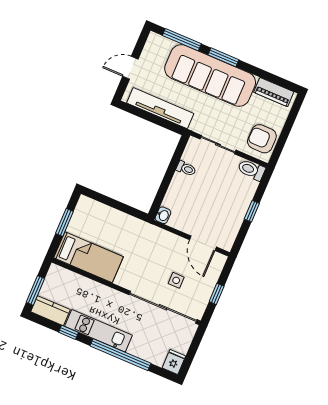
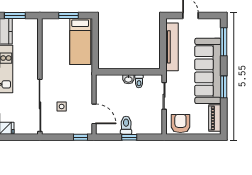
window: (223, 57) -> (224, 87), moved
toilet: (251, 170) -> (126, 125), moved
washbasin: (163, 215) -> (128, 79), moved
door: (203, 243) -> (94, 114), swing flipped
bed: (88, 257) -> (80, 41), moved
window: (217, 294) -> (80, 137), moved

